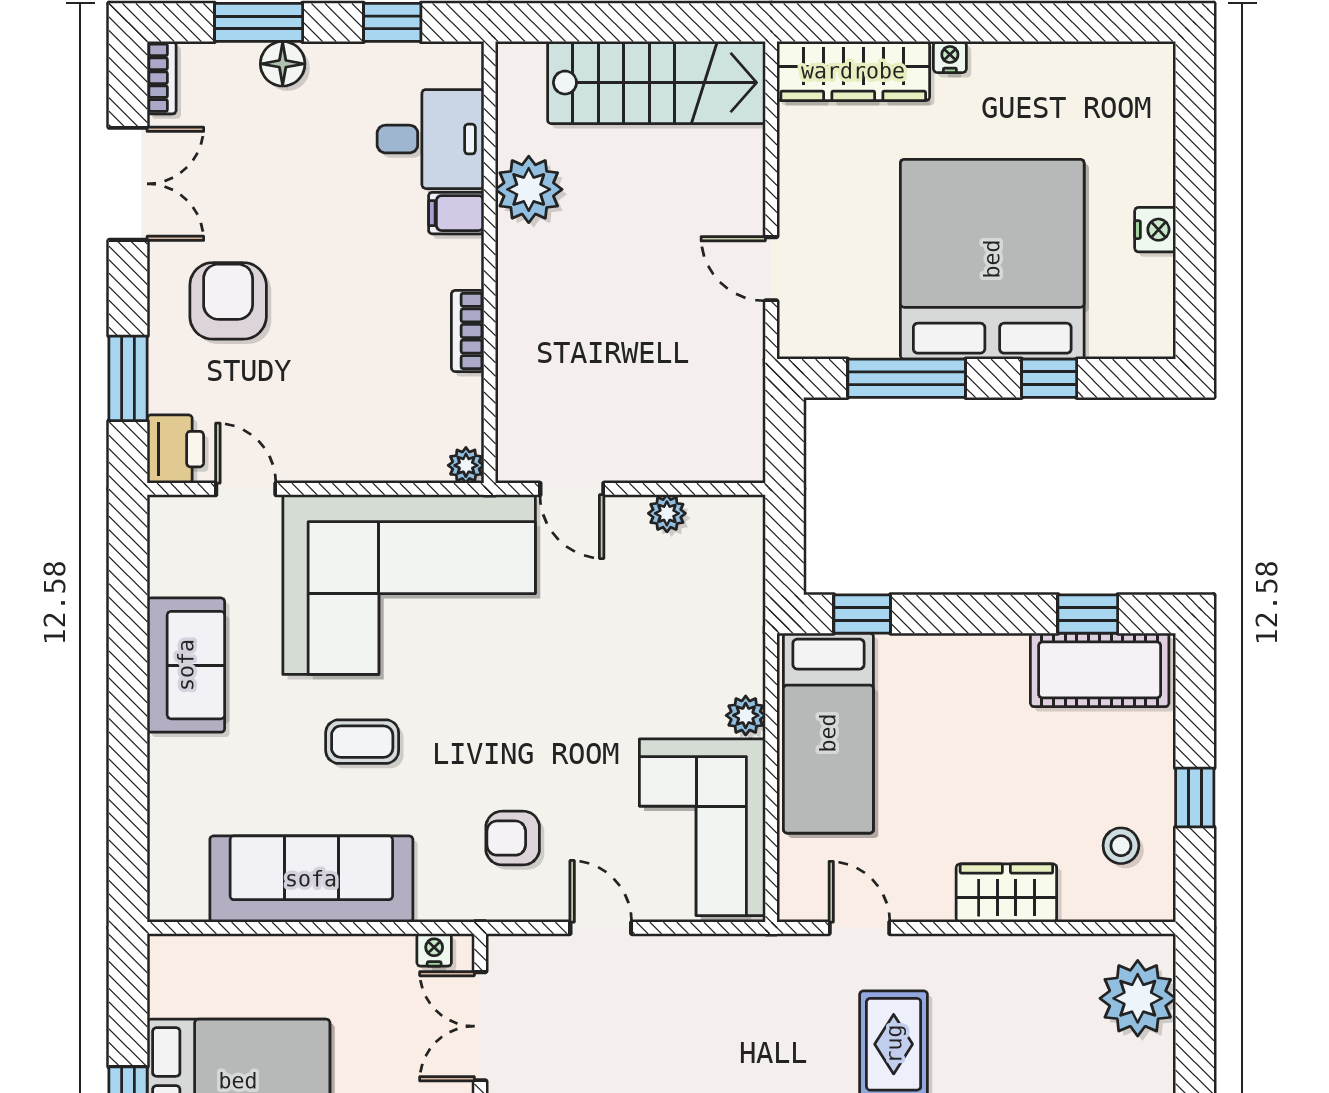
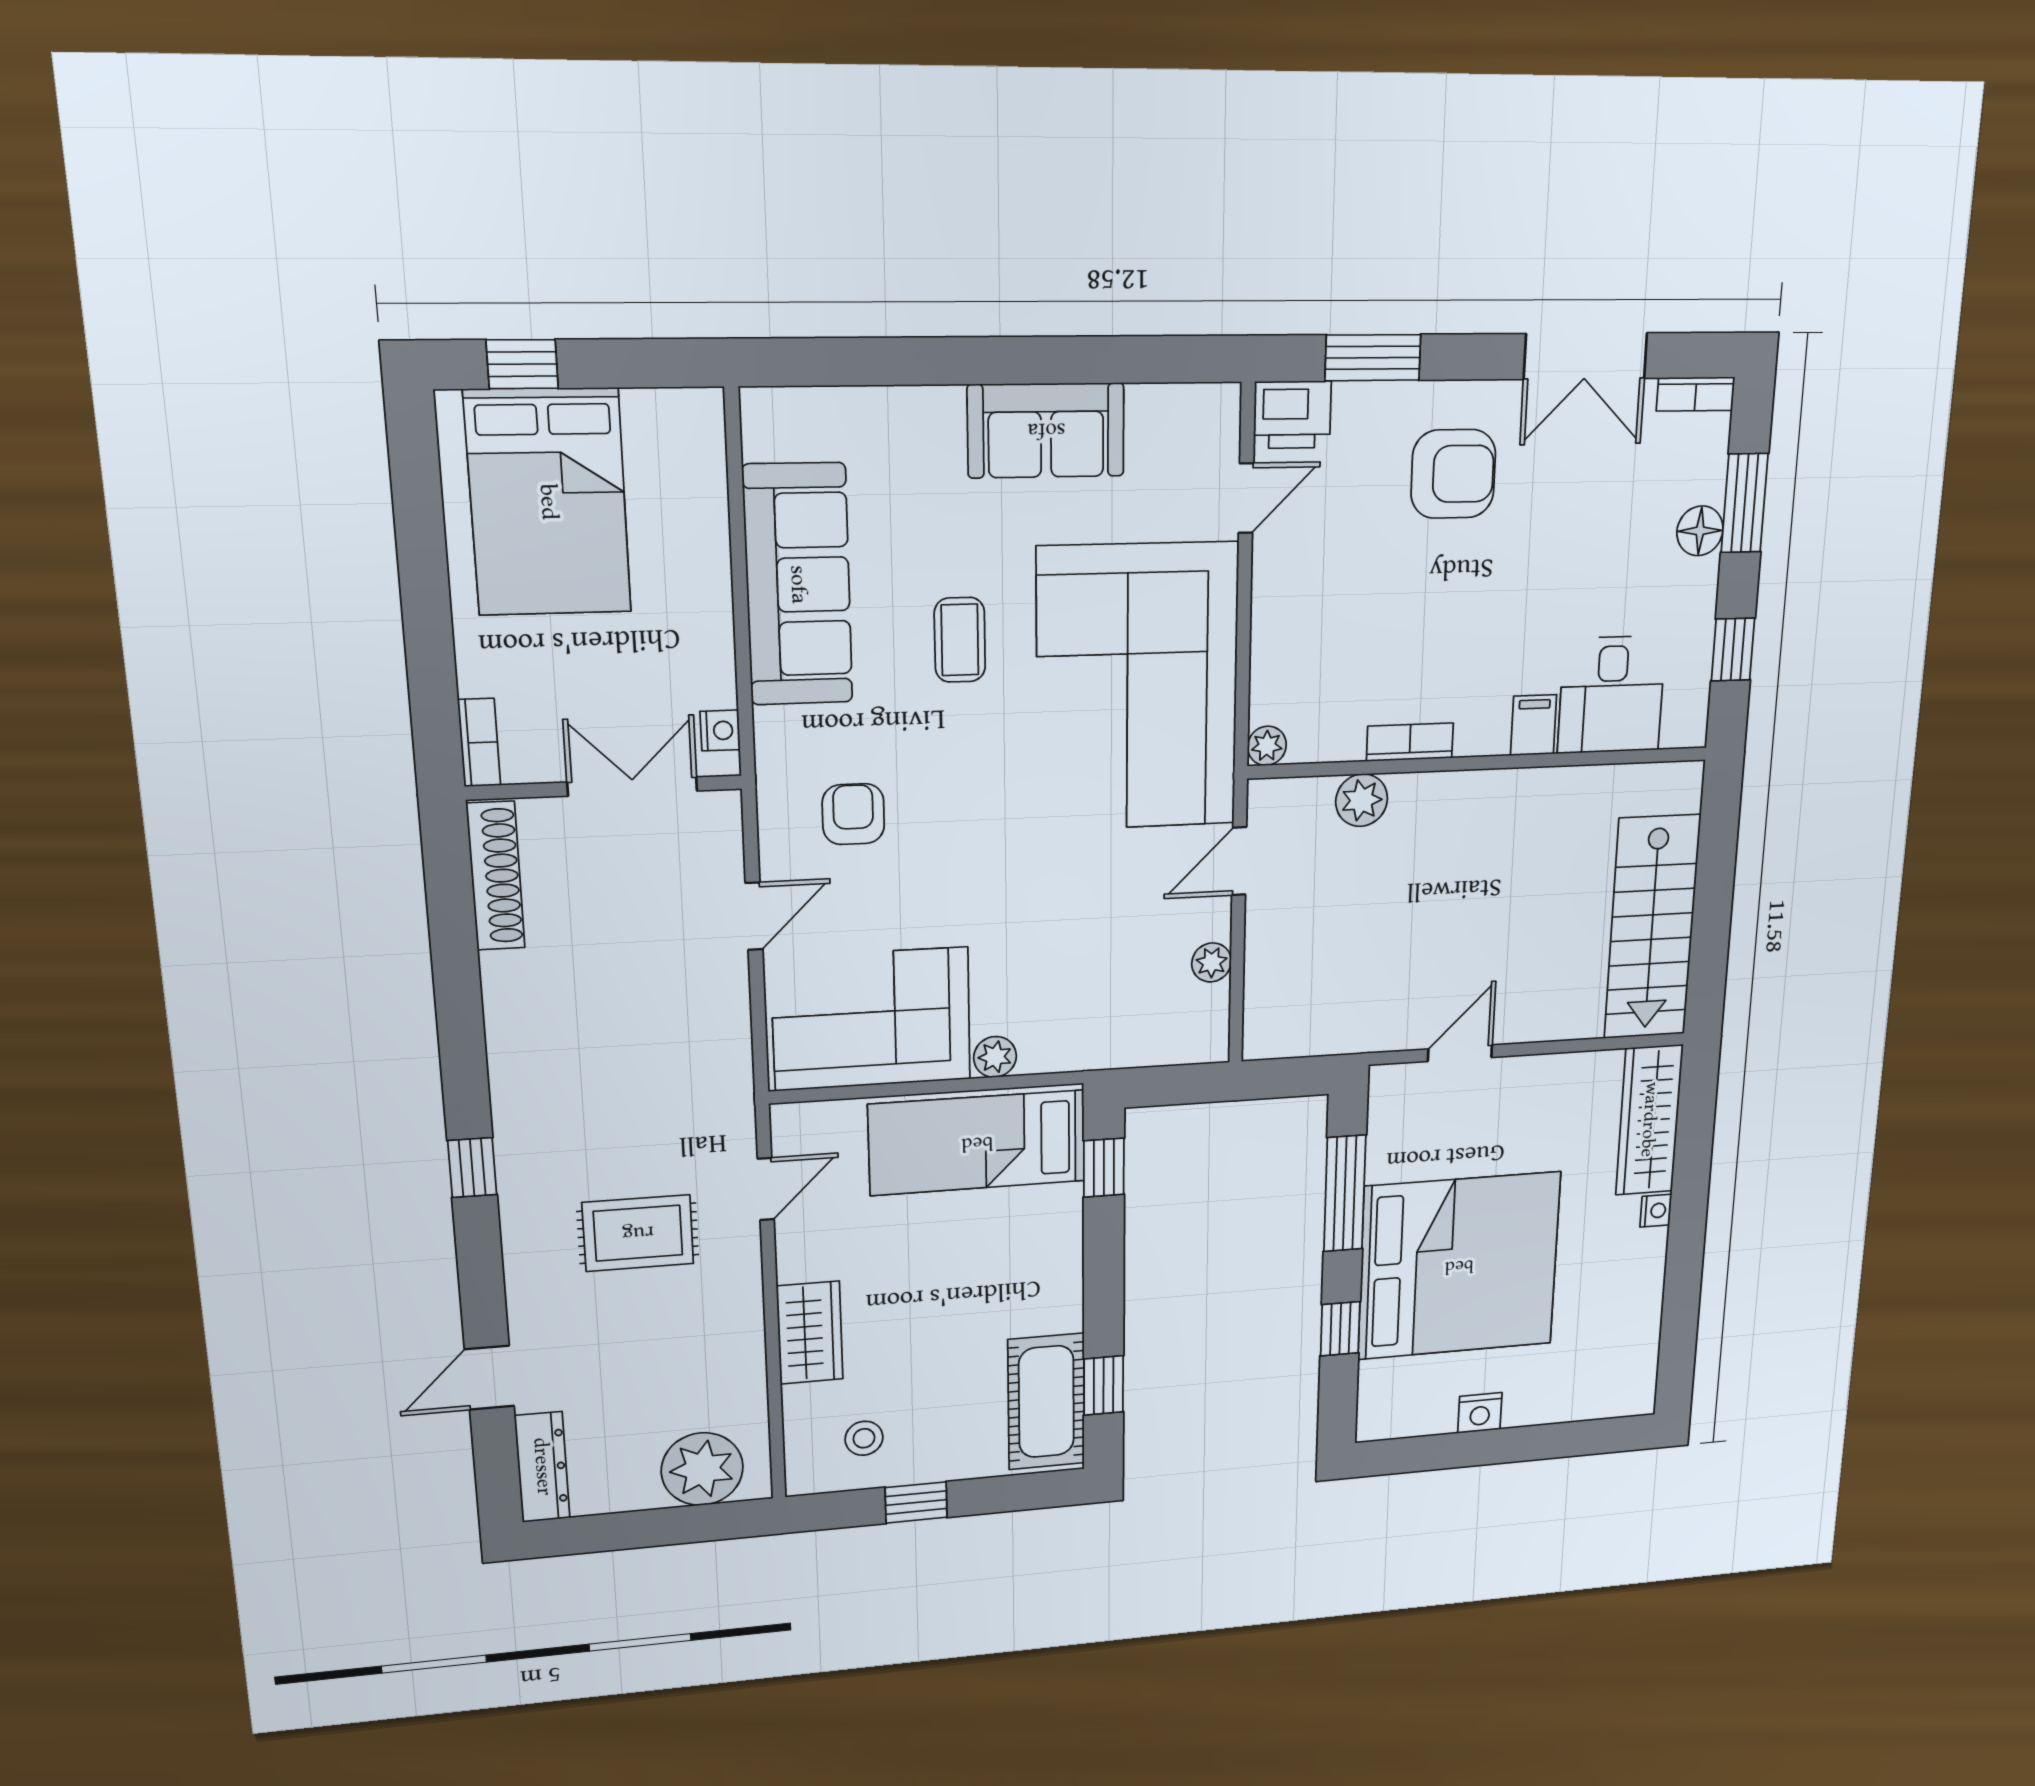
plant: (529, 189) -> (1362, 800), moved, width x0.73, depth x0.73

